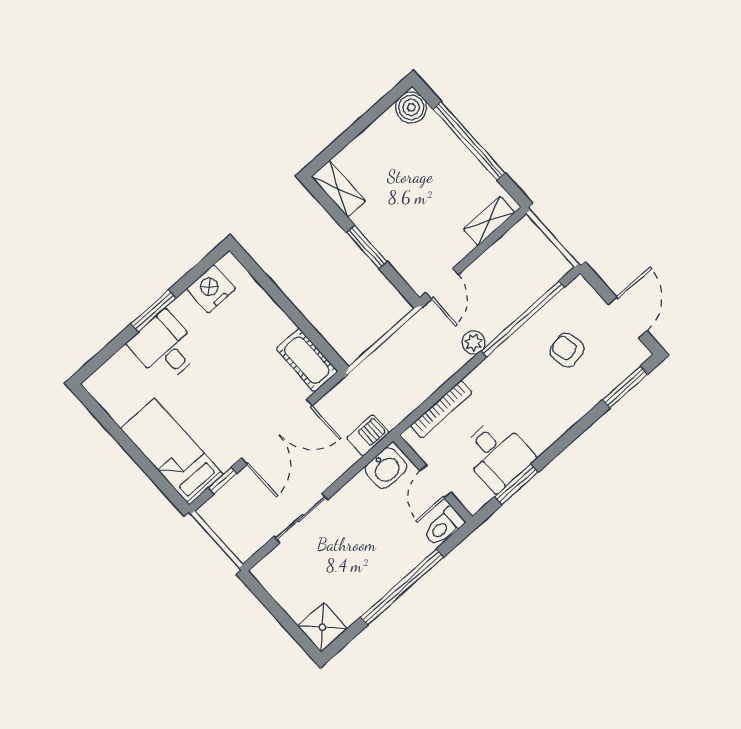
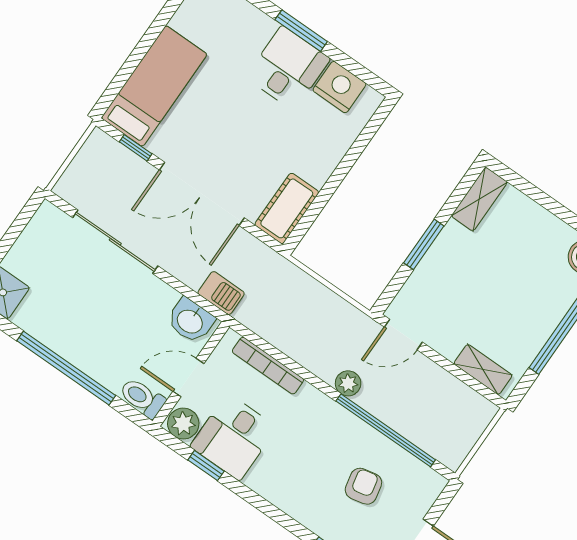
desk: (165, 347) -> (288, 68), moved
window: (517, 484) -> (206, 466), width x0.67
plant: (475, 496) -> (183, 424), added
sliding door: (301, 518) -> (115, 242), width x1.37

